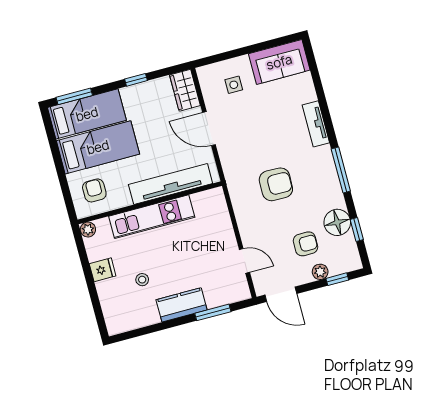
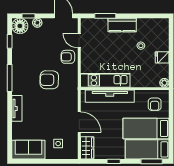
kitchen unit: (152, 217) -> (105, 80), moved
floor lamp: (337, 222) -> (20, 26), moved
armchair: (305, 244) -> (68, 57), moved

